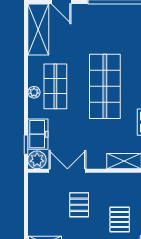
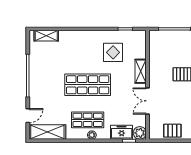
double door: (67, 171) -> (148, 101), moved
pallet: (79, 205) -> (172, 131), moved

